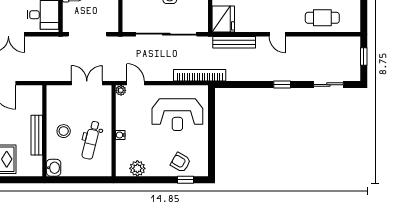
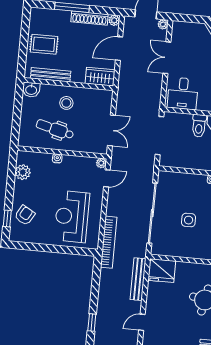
wardrobe: (34, 100) -> (100, 77), added
bench: (37, 135) -> (51, 75), moved

